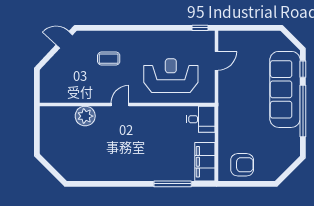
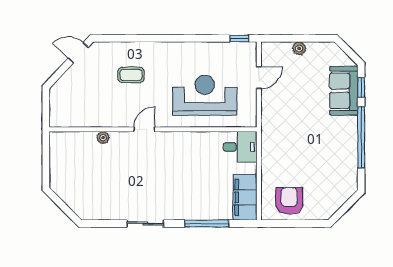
plant: (251, 36) -> (299, 48), added
sofa: (285, 89) -> (344, 91), width x0.54, depth x0.79
plant: (85, 116) -> (103, 138), width x0.53, depth x0.53
armchair: (242, 165) -> (289, 201), turned -90
sliding door: (121, 184) -> (145, 223), added

